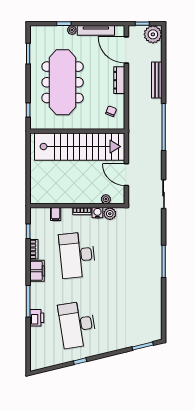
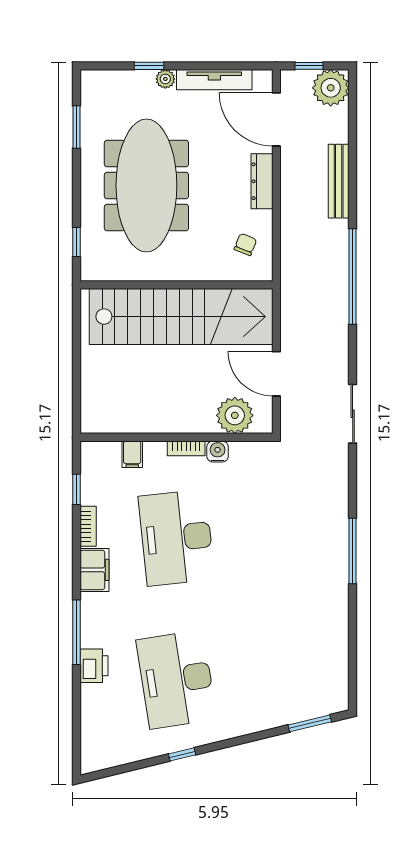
plant: (106, 199) -> (235, 415), width x1.88, depth x1.88
plant: (110, 214) -> (243, 453), removed

